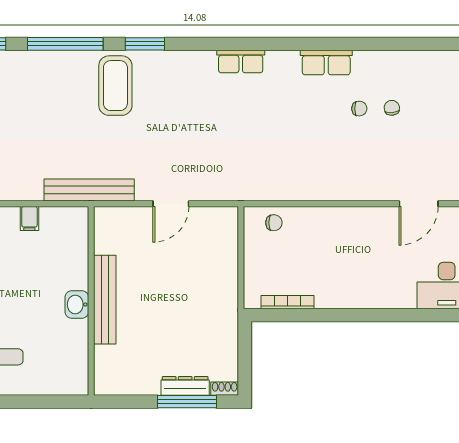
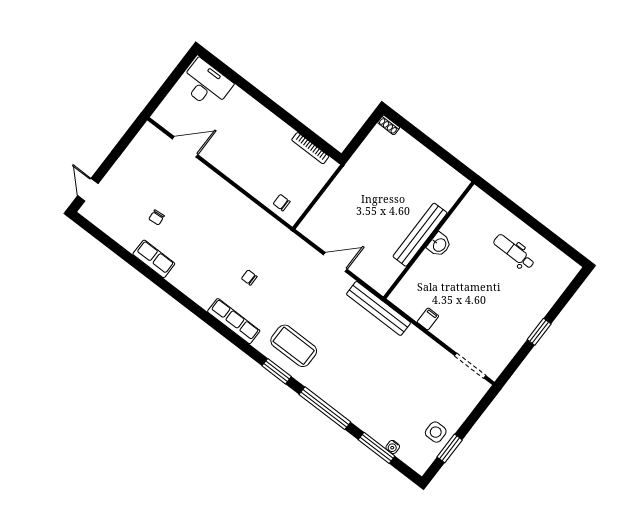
row of seats: (241, 62) -> (234, 321), width x1.48
row of seats: (326, 63) -> (154, 259), moved
coffee table: (115, 86) -> (294, 346), moved, turned 90
chair: (359, 109) -> (249, 278), moved
dresser: (185, 386) -> (411, 145), removed
window: (187, 402) -> (418, 135), removed

